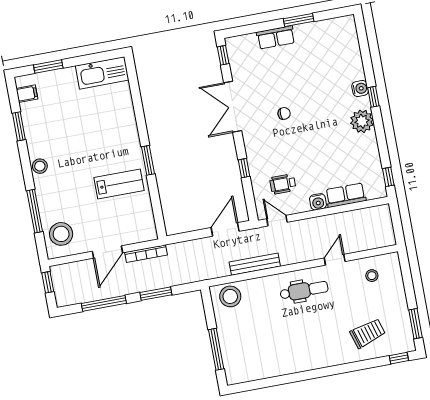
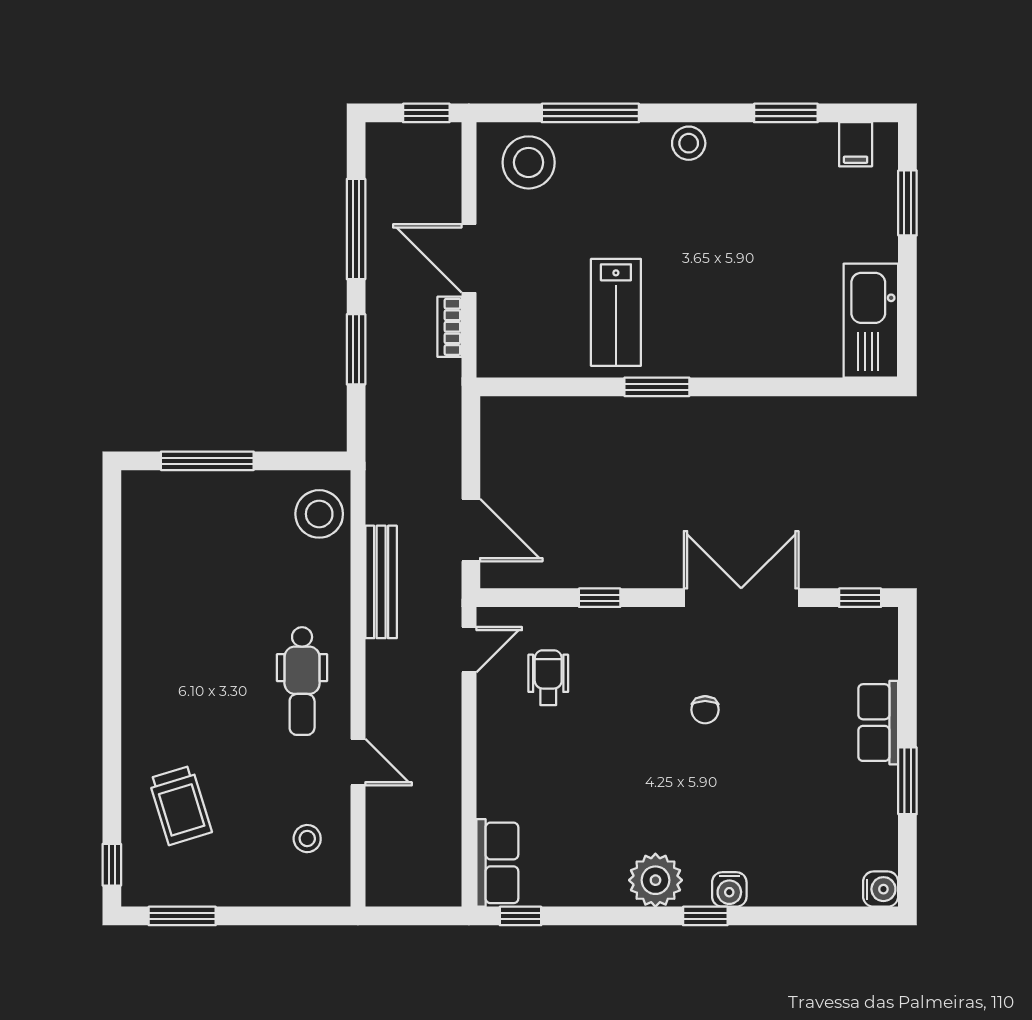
row of seats: (346, 195) -> (497, 863), moved
water cooler: (318, 202) -> (881, 889), moved, turned 180
bookcase: (146, 254) -> (450, 327), width x0.64

